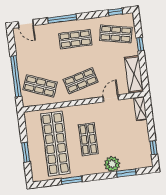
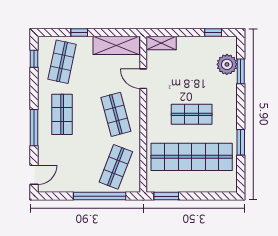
window: (26, 152) -> (166, 196), moved
plant: (112, 164) -> (227, 64), moved

